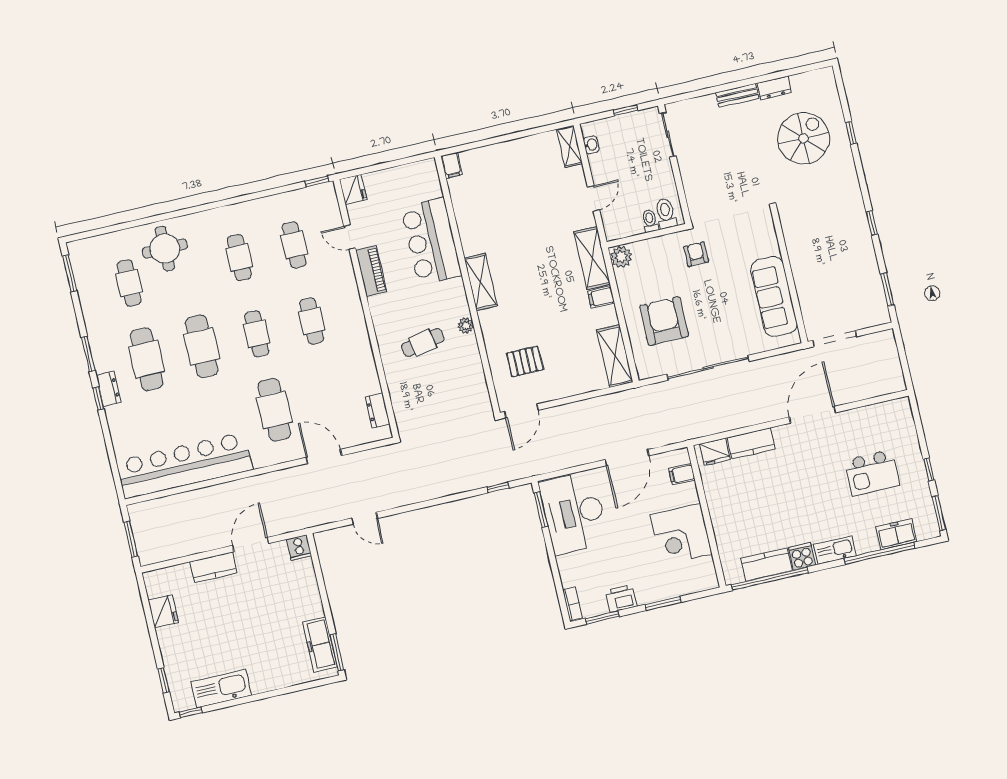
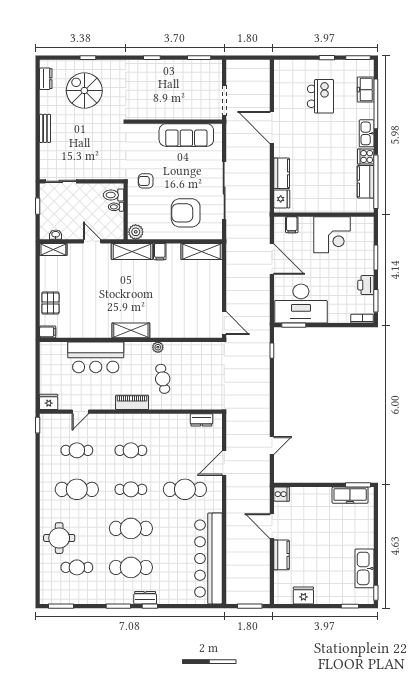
dresser: (774, 88) -> (46, 79), moved
cafe table: (239, 258) -> (77, 489), width x1.37, depth x1.35
piano: (371, 271) -> (132, 402), moved
pallet: (525, 361) -> (50, 303), moved

